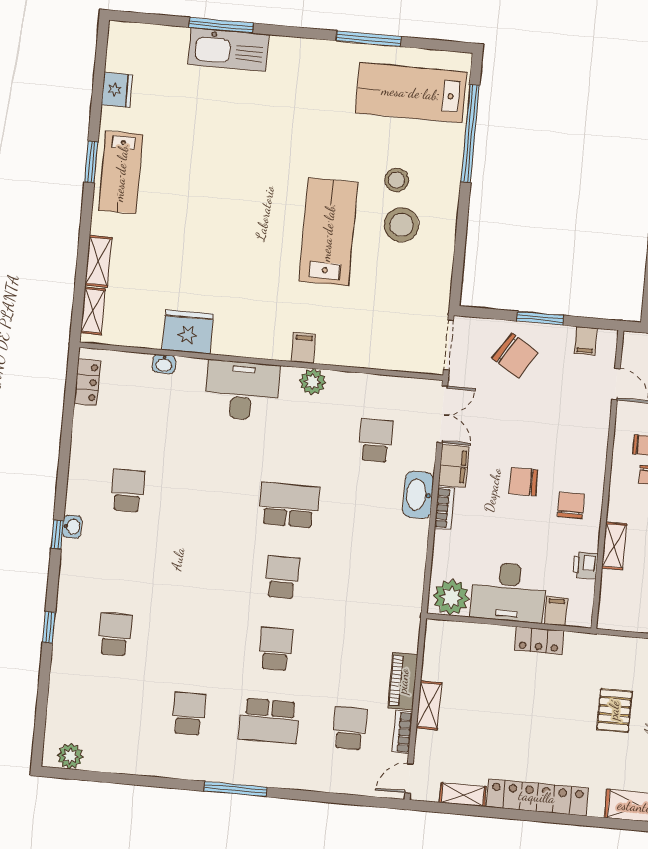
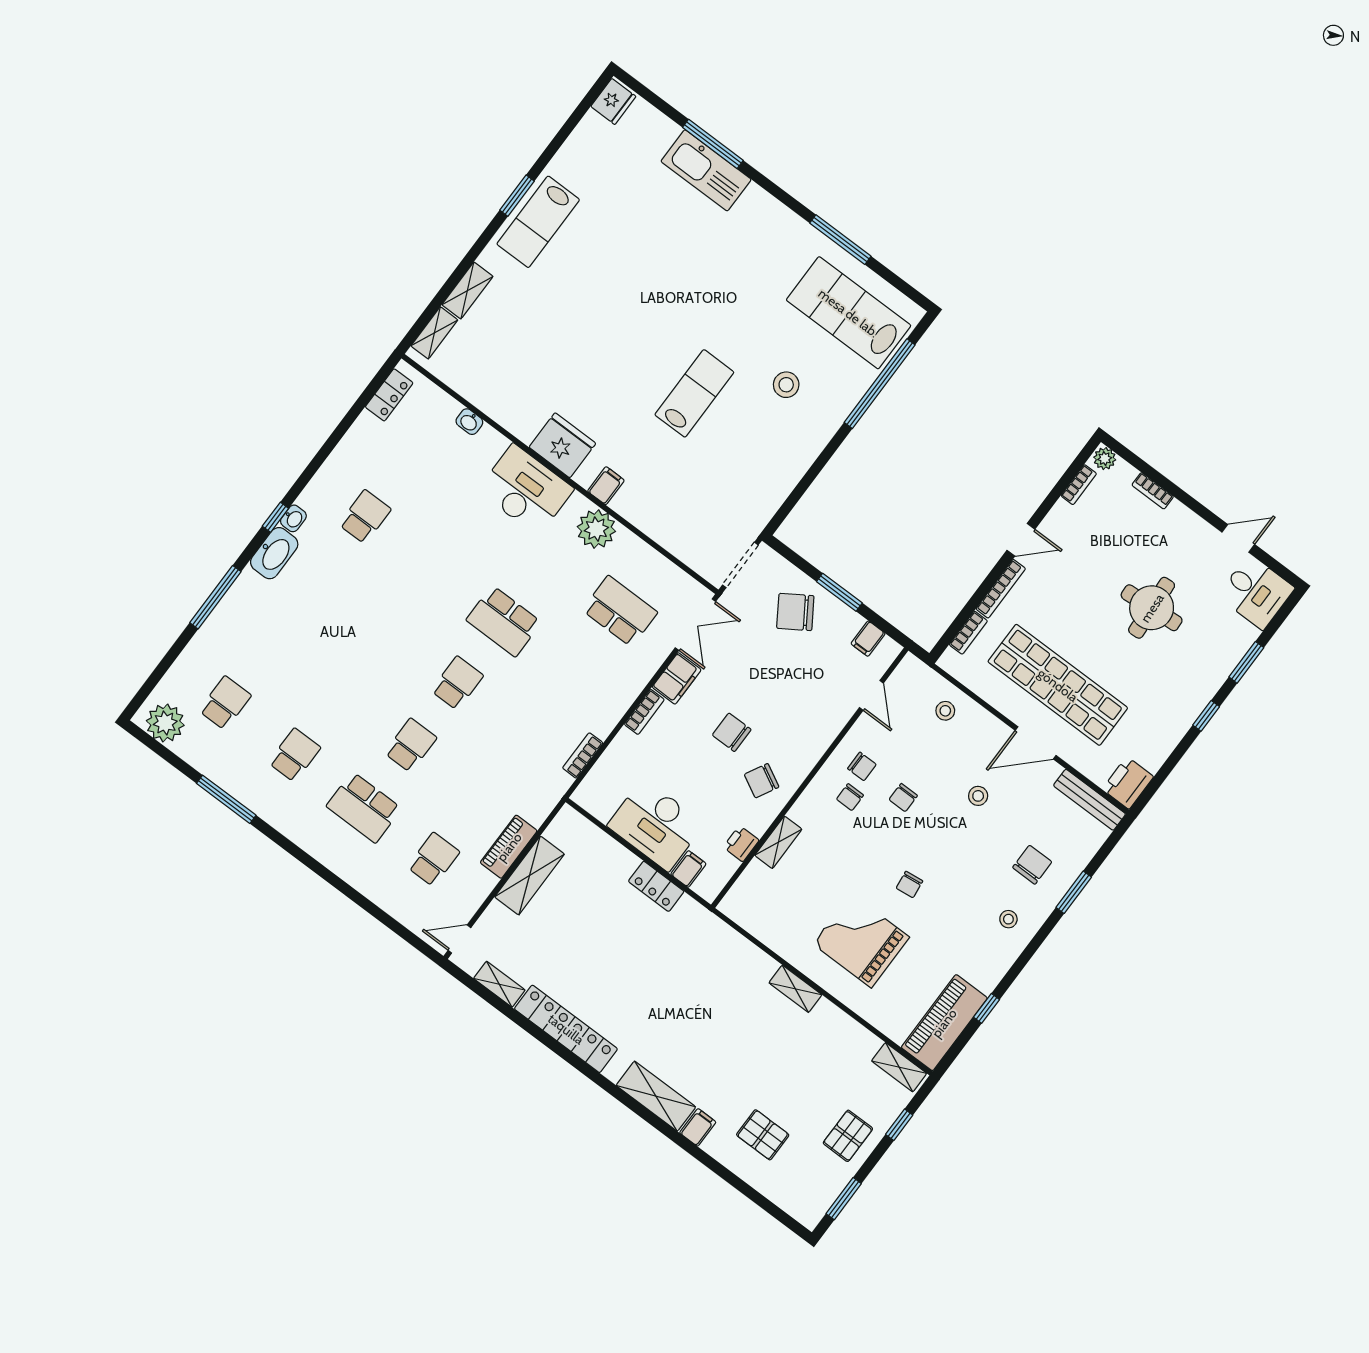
fridge: (117, 90) -> (613, 101), moved
stool: (401, 225) -> (765, 428), removed
lab bench: (328, 232) -> (694, 393), width x0.73, depth x0.72
fridge: (188, 332) -> (562, 445), moved
chair: (515, 355) -> (795, 612), turned 115
plant: (313, 382) -> (596, 529), width x1.36, depth x1.36
school desk: (376, 440) -> (620, 611), width x1.85
washbasin: (418, 495) -> (274, 553), moved, turned 180
school desk: (289, 505) -> (504, 621), turned 180
chair: (571, 505) -> (762, 781), turned -152
plant: (451, 597) -> (600, 797), removed
window: (49, 627) -> (215, 597), width x2.17
school desk: (115, 634) -> (225, 703), moved
shelving: (429, 705) -> (530, 876), width x1.50, depth x1.33
pallet: (614, 710) -> (686, 993), removed
bookcase: (402, 732) -> (583, 755), moved
plant: (70, 756) -> (165, 723), width x1.36, depth x1.36
window: (235, 789) -> (226, 799), moved

